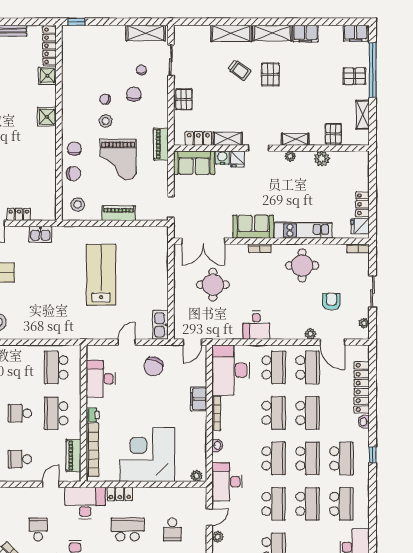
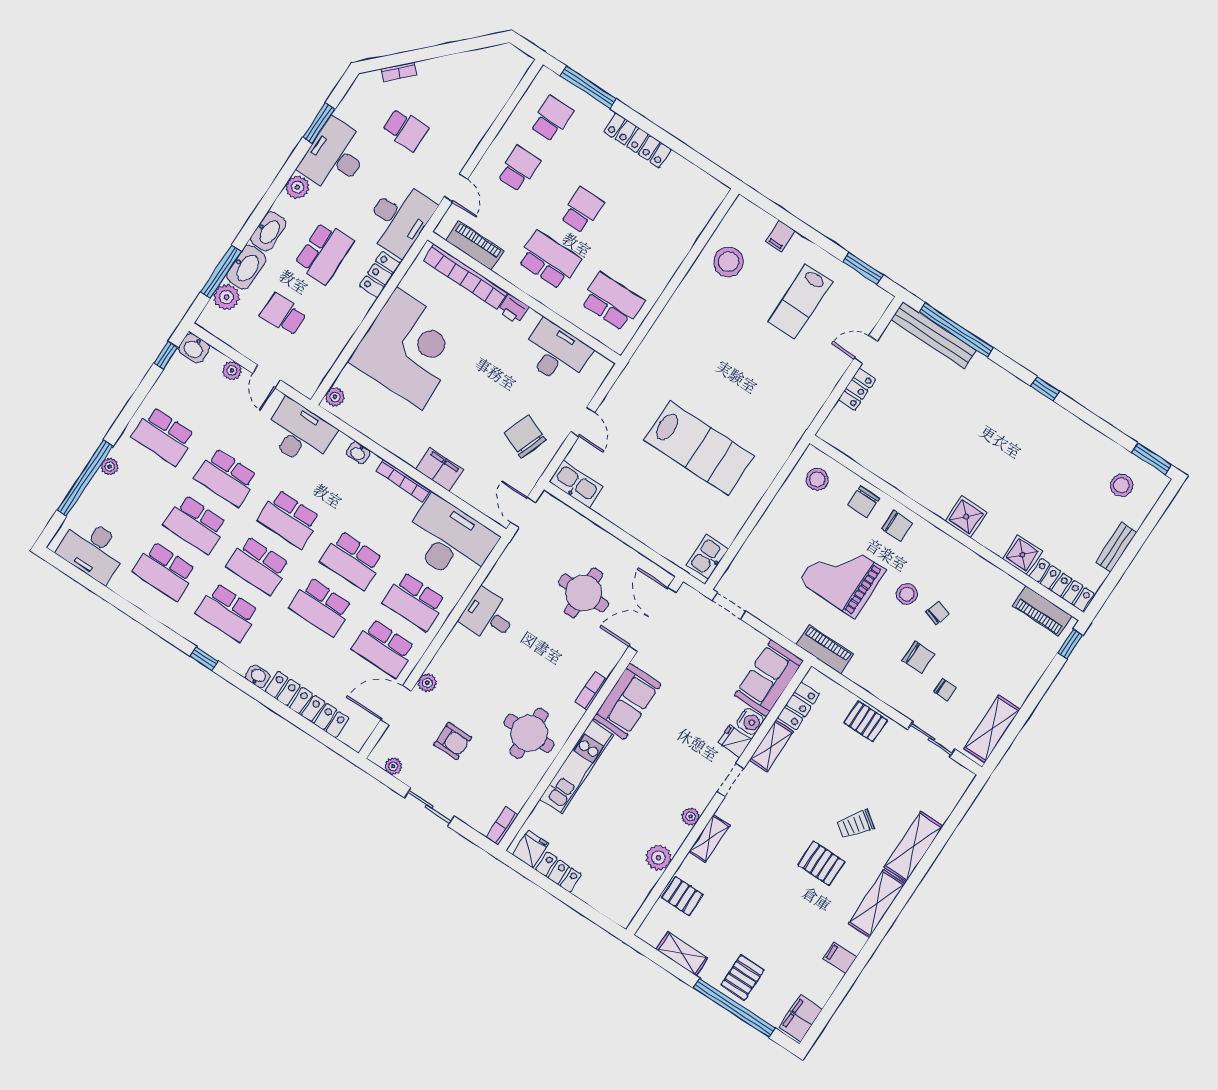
filing cabinet: (306, 34) -> (840, 958), width x0.50
piano: (119, 213) -> (1042, 611), moved, turned 90
kitchen sink: (40, 234) -> (707, 557), moved

